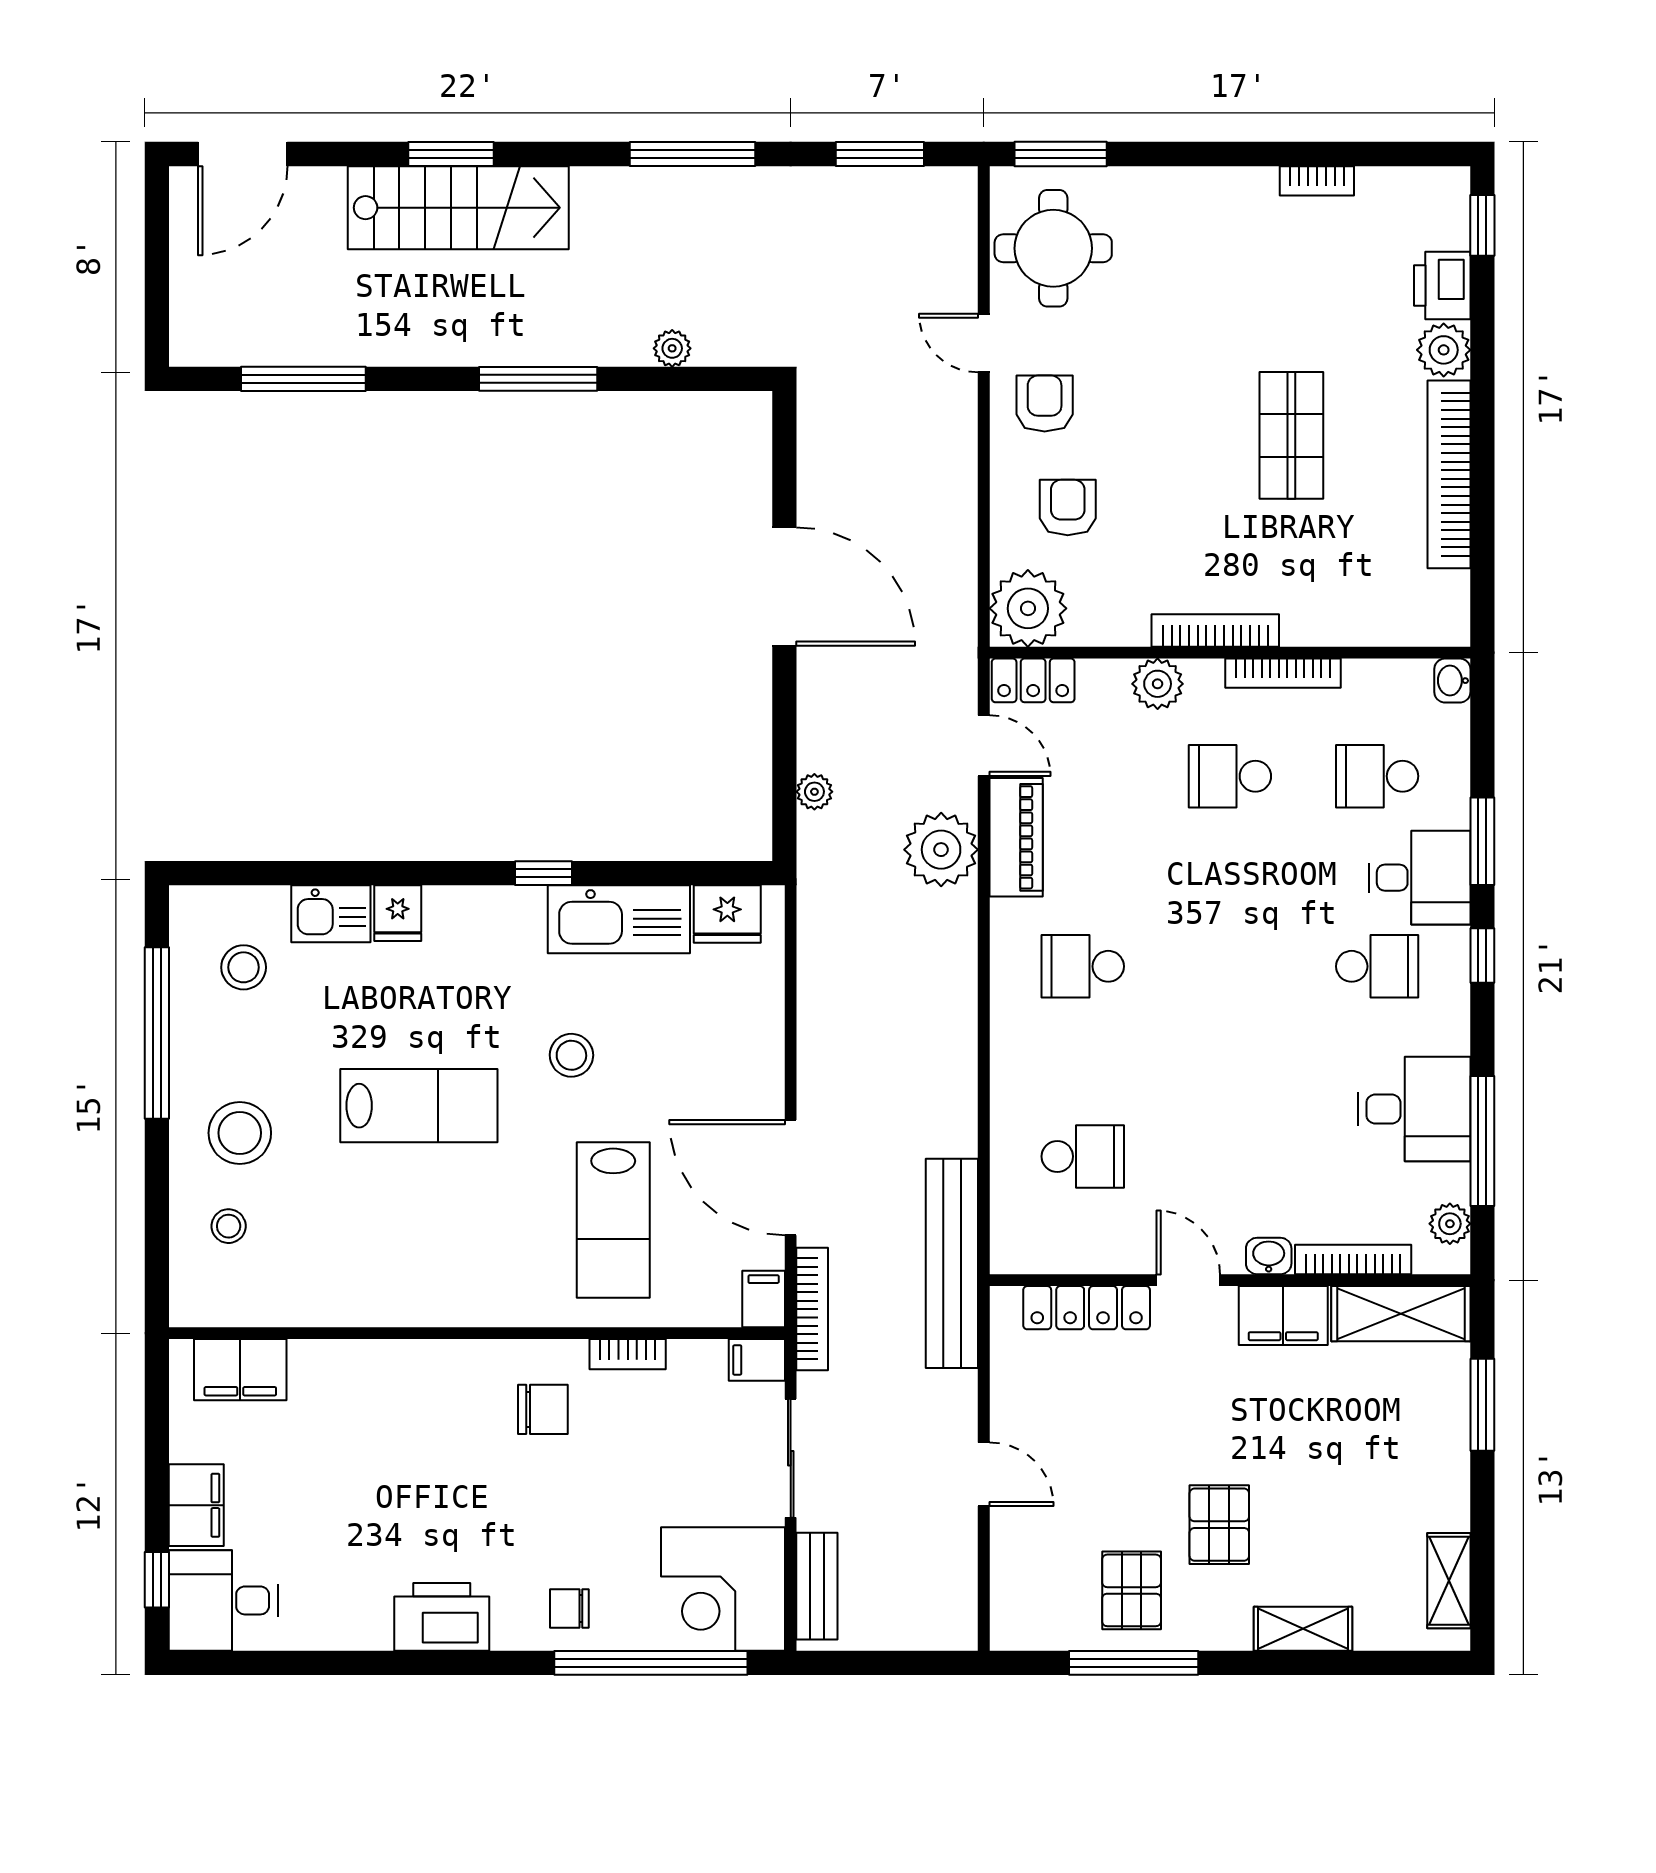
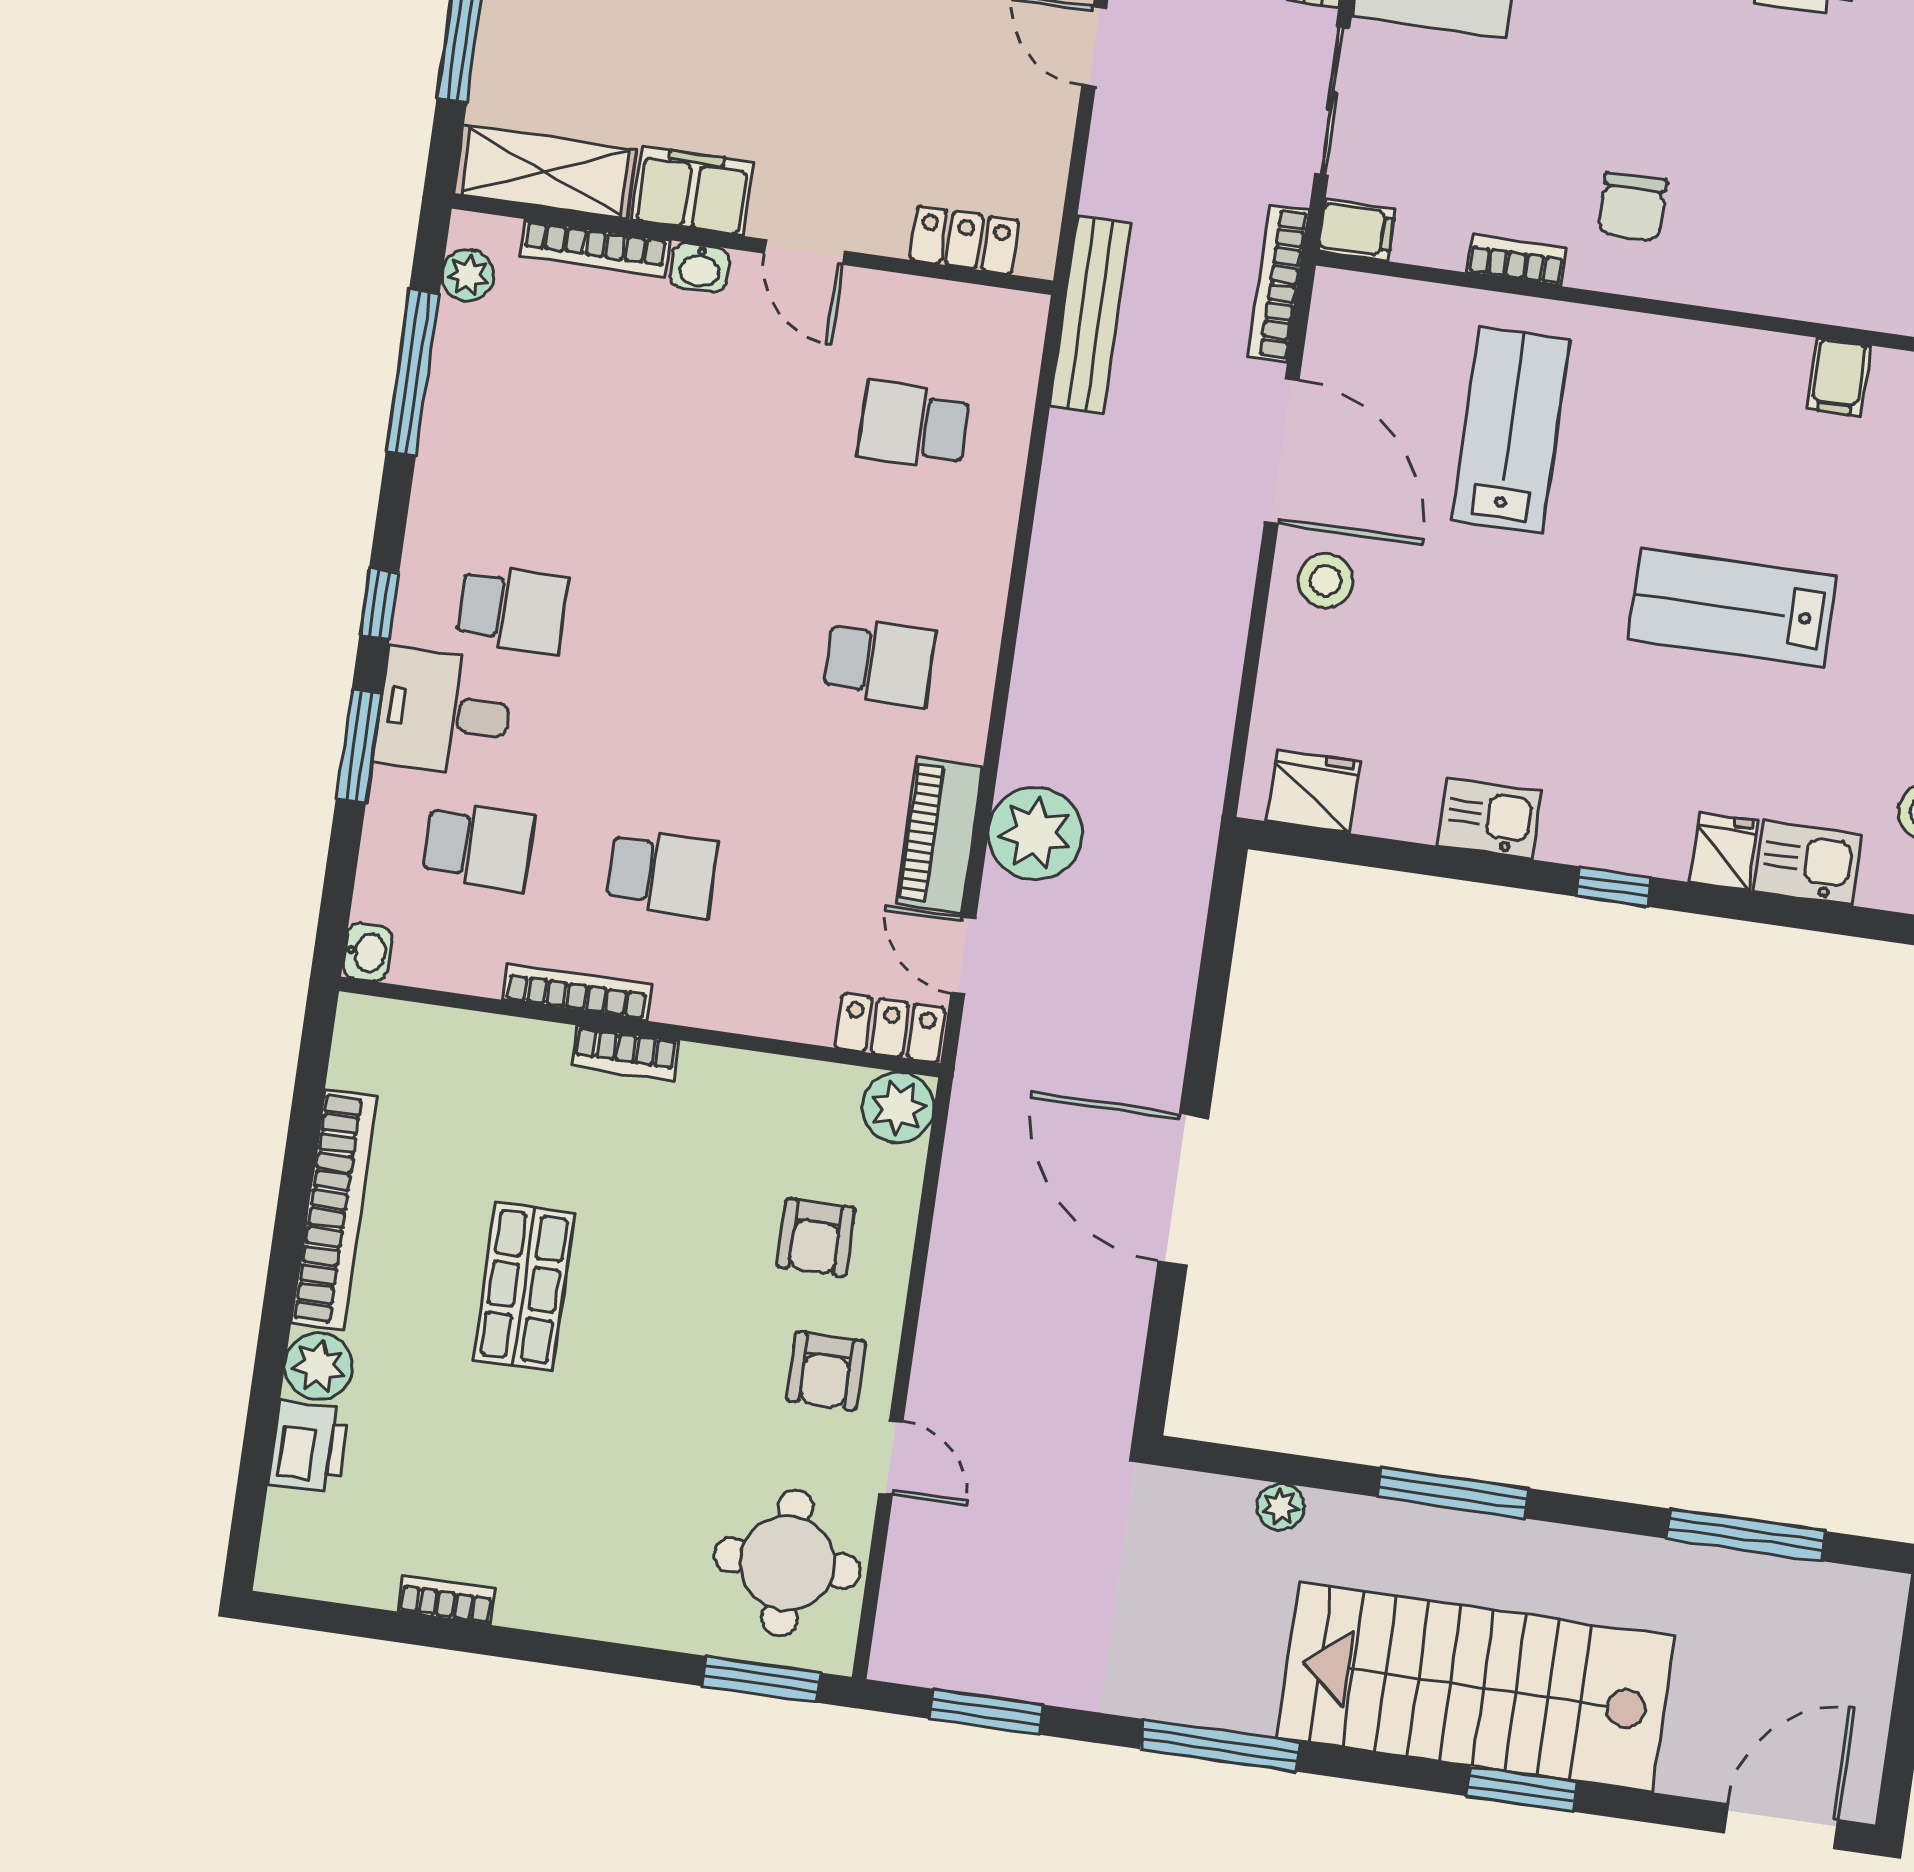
stairs: (458, 208) -> (1476, 1687), width x1.36, depth x1.51
window: (1482, 225) -> (248, 1514), removed
plant: (1028, 608) -> (898, 1108), width x0.73, depth x0.73
bookcase: (1215, 630) -> (625, 1053), width x0.64
plant: (1158, 684) -> (736, 1001), removed
plant: (814, 792) -> (1183, 928), removed
window: (544, 873) -> (1613, 887), moved
kitchen sink: (619, 919) -> (1490, 818), width x0.53, depth x0.81
school desk: (1377, 966) -> (512, 609), turned 180
stool: (571, 1055) -> (1326, 581), moved
desk: (1414, 1109) -> (492, 425), removed
bench: (952, 1263) -> (1090, 315), width x0.73, depth x0.82
filing cabinet: (764, 1299) -> (1839, 377), moved
locker: (1087, 1308) -> (964, 240), width x0.66
chair: (543, 1409) -> (1632, 207), turned -90

